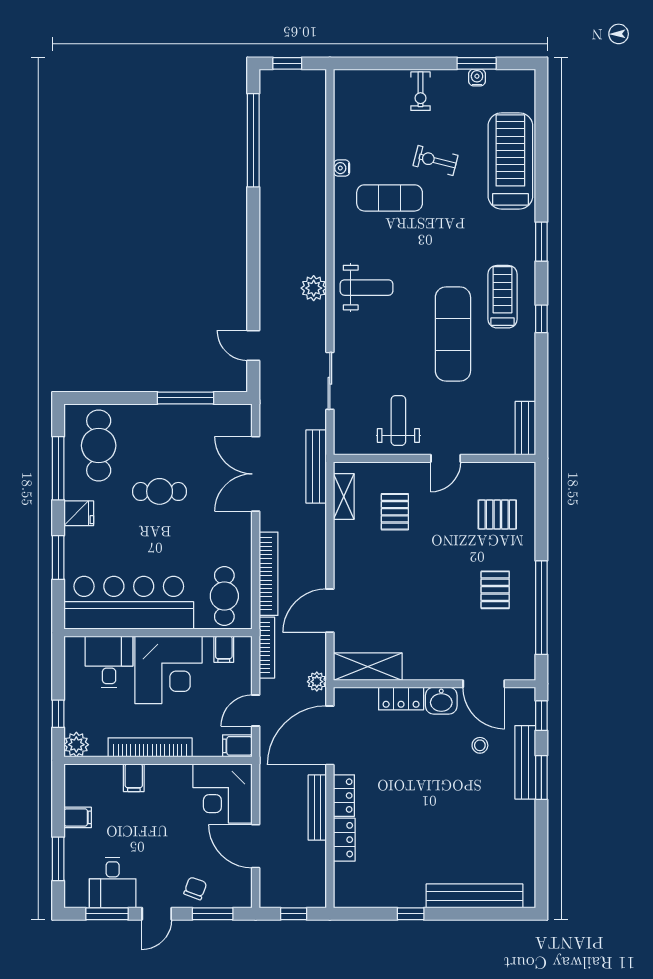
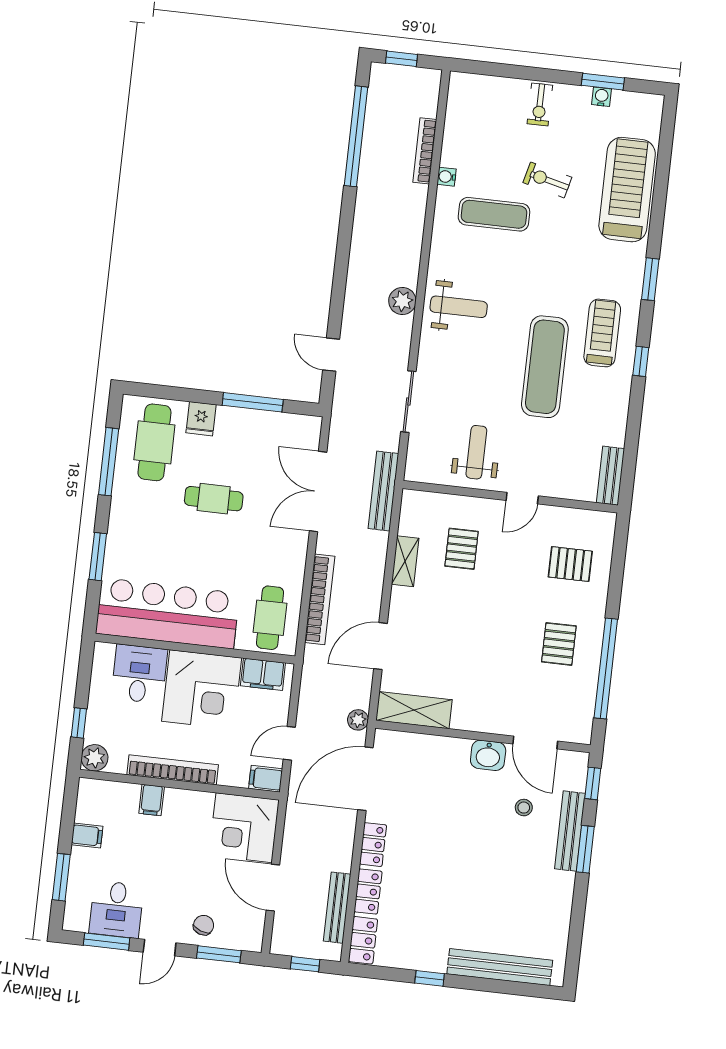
shelving: (344, 496) -> (405, 561), moved
fridge: (79, 513) -> (201, 419), moved, turned 90
bookcase: (267, 648) -> (425, 151), moved, turned 180
filing cabinet: (224, 649) -> (263, 674), width x2.00
locker: (401, 699) -> (363, 940), moved, turned -90
bench: (317, 808) -> (337, 908), moved

